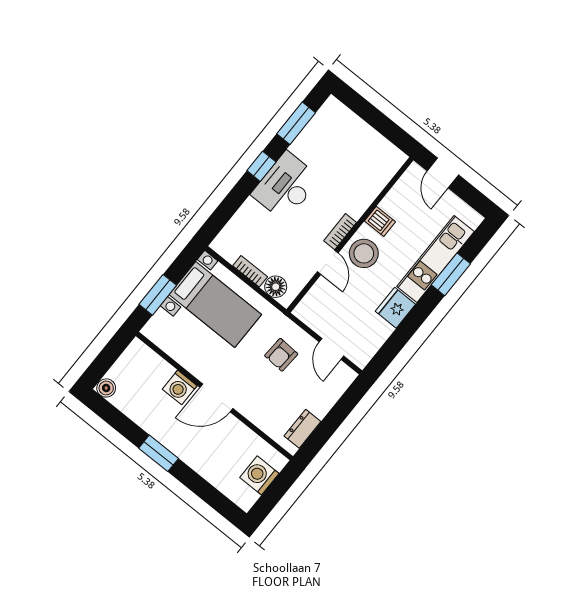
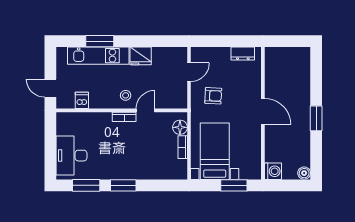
window: (261, 166) -> (123, 185), width x1.50
door: (443, 173) -> (50, 88), swing flipped
desk: (286, 186) -> (71, 156), moved, turned 90
dishwasher: (380, 221) -> (82, 100), moved
stool: (364, 253) -> (126, 95), width x0.53, depth x0.53
washing machine: (180, 387) -> (273, 171), moved
washing machine: (259, 475) -> (285, 56), removed

